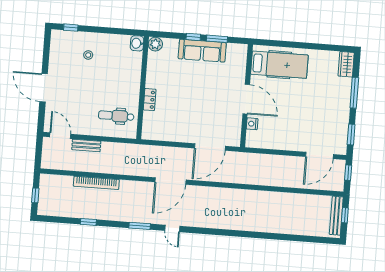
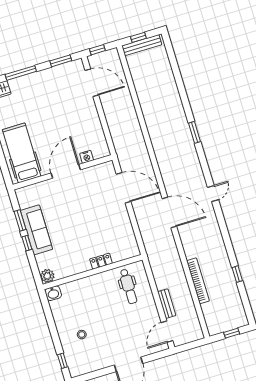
window: (140, 226) -> (195, 132), moved

